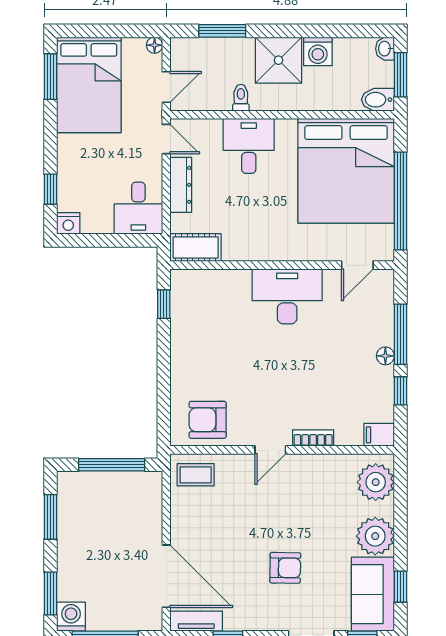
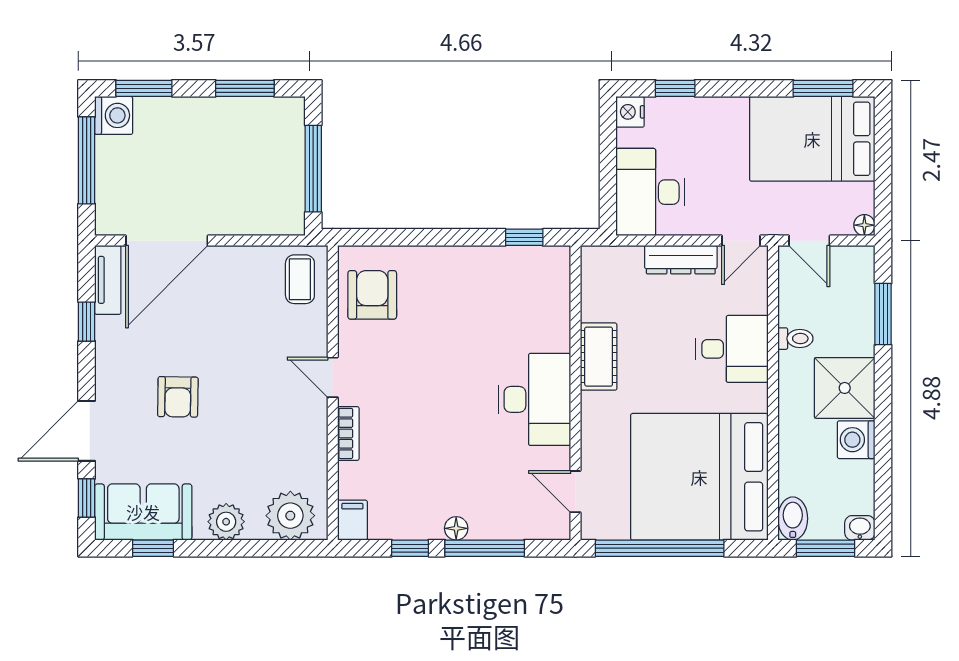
desk: (138, 208) -> (650, 192), width x1.37
cot: (196, 247) -> (599, 357), moved
plant: (375, 536) -> (226, 522), width x0.73, depth x0.73

